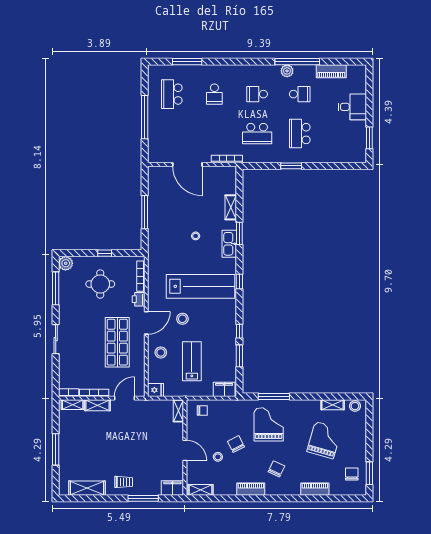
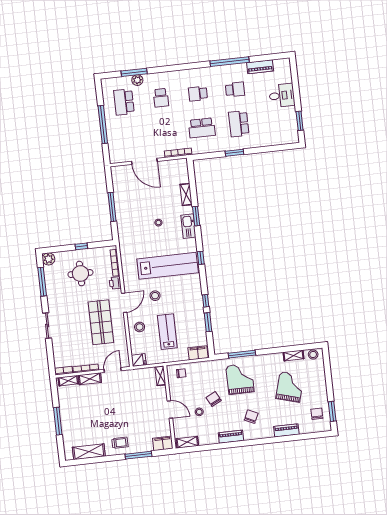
plant: (287, 71) -> (137, 80), moved

